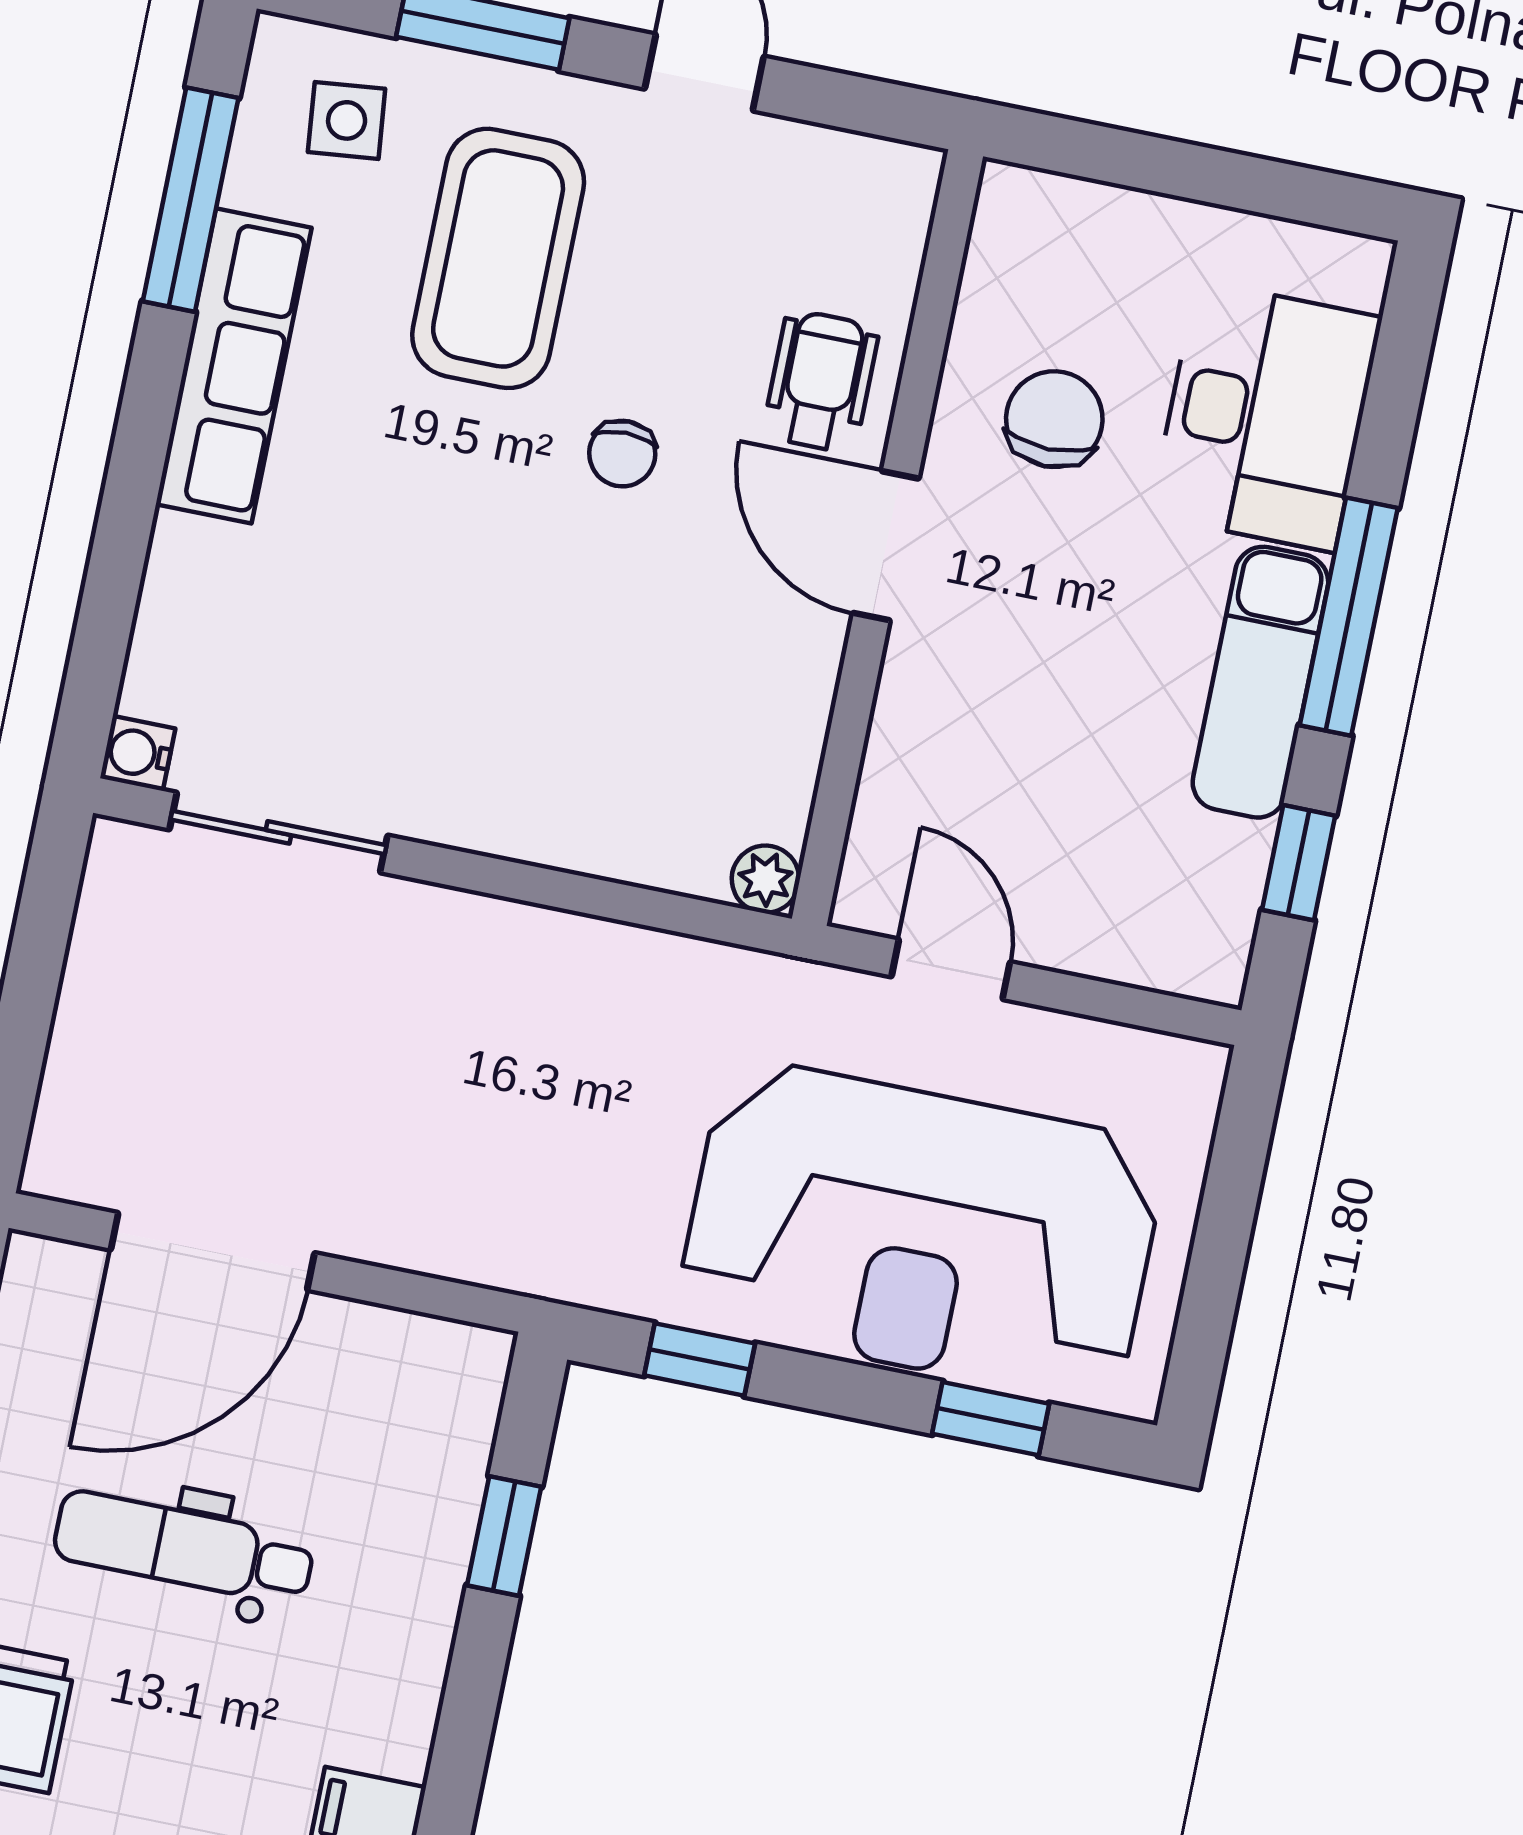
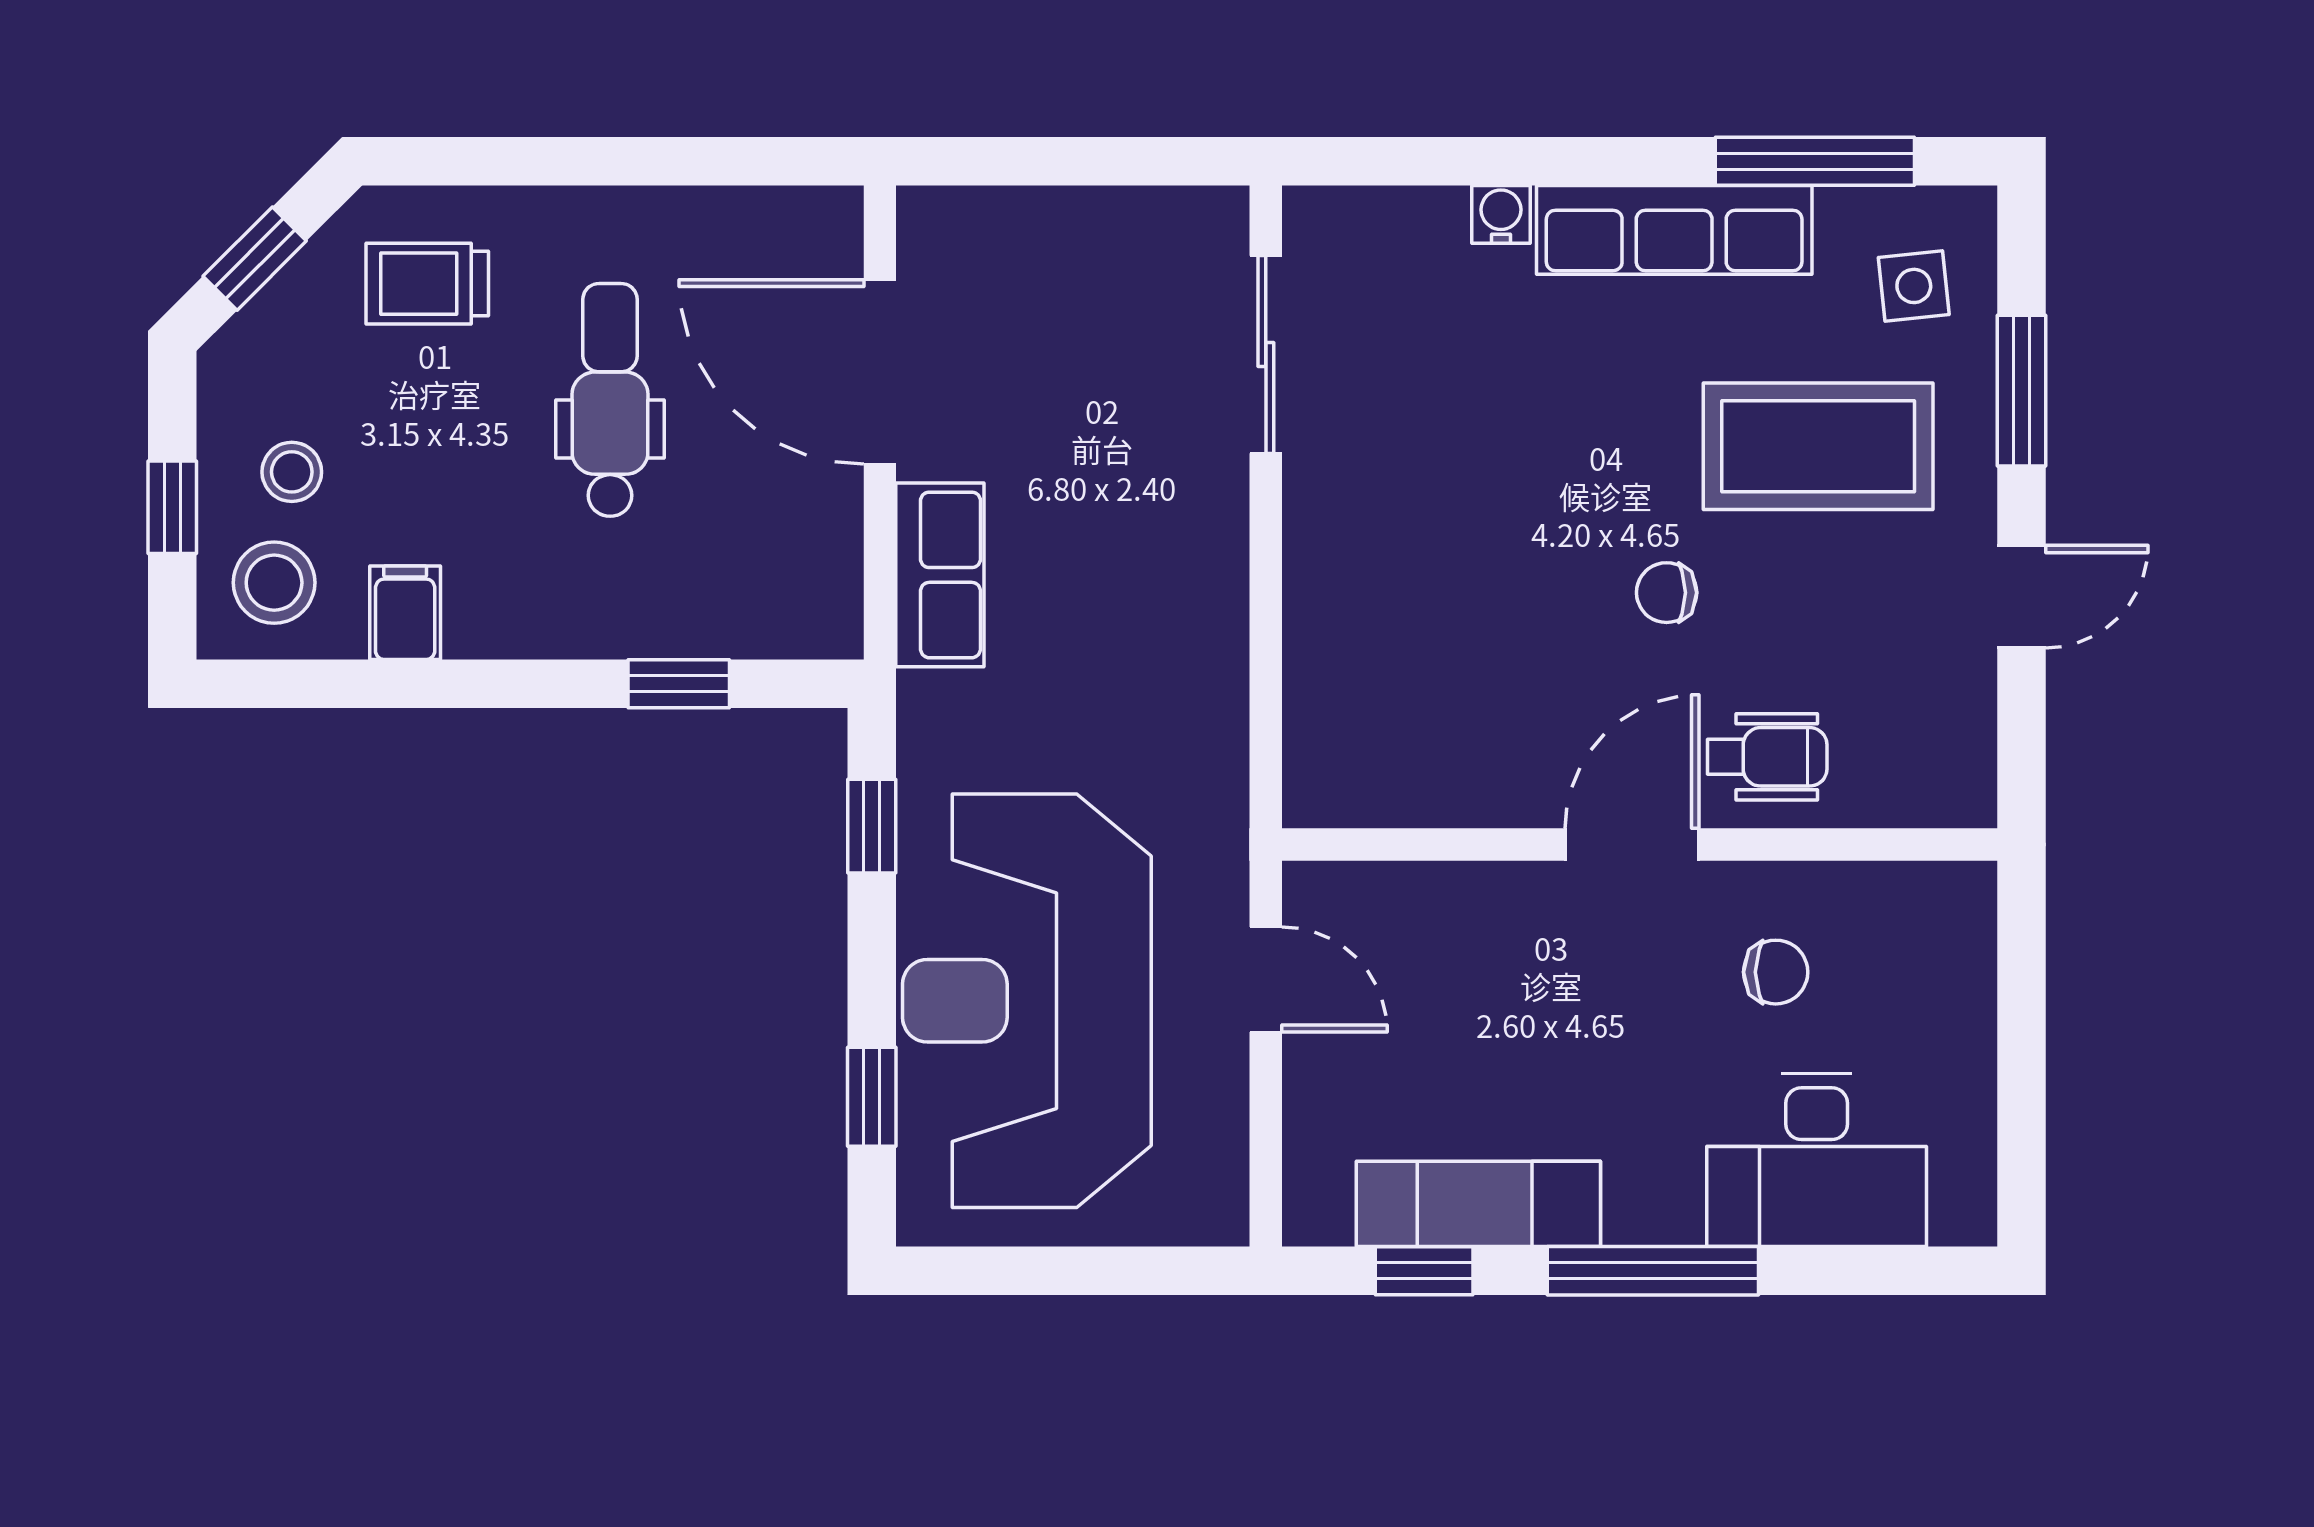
chair: (1054, 419) -> (1776, 972), width x0.73, depth x0.73
exam couch: (1260, 682) -> (1478, 1204), moved
water cooler: (138, 753) -> (1501, 214), moved
plant: (765, 879) -> (1313, 798), removed
door: (951, 969) -> (1266, 979), hinge flipped
row of seats: (444, 1231) -> (940, 575), added

